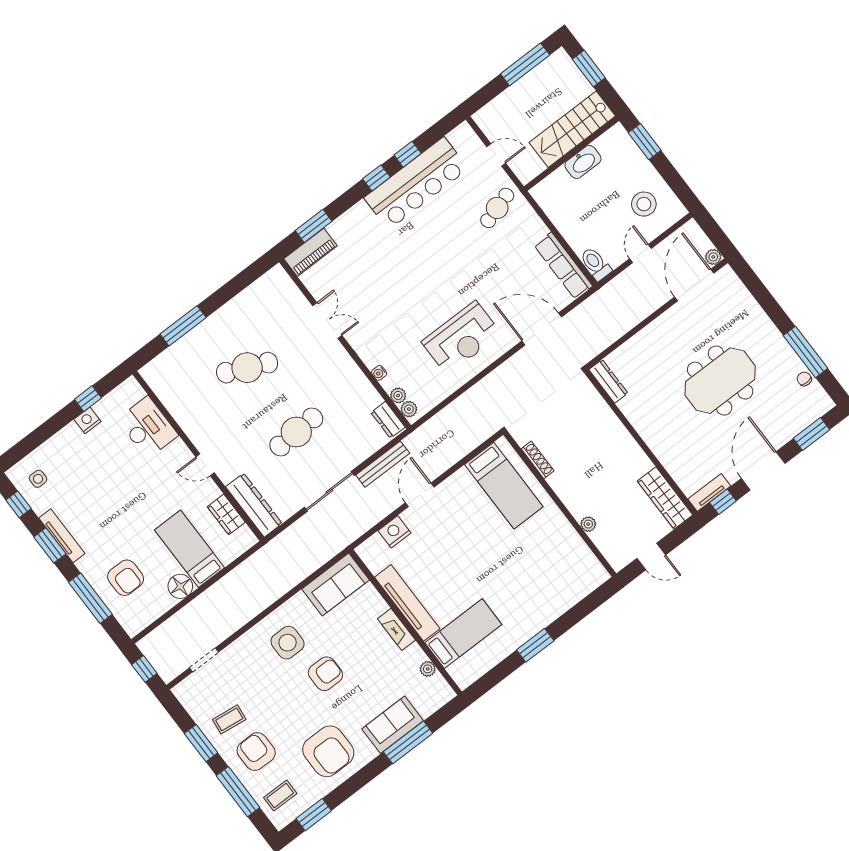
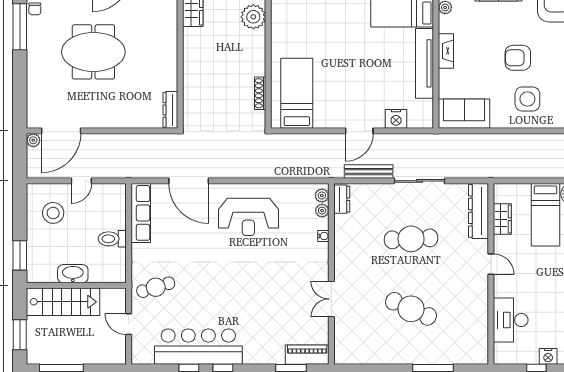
toilet: (596, 264) -> (112, 239), moved, turned 90
reception desk: (461, 338) -> (248, 217), turned 180
plant: (588, 524) -> (253, 17), width x1.87, depth x1.87

